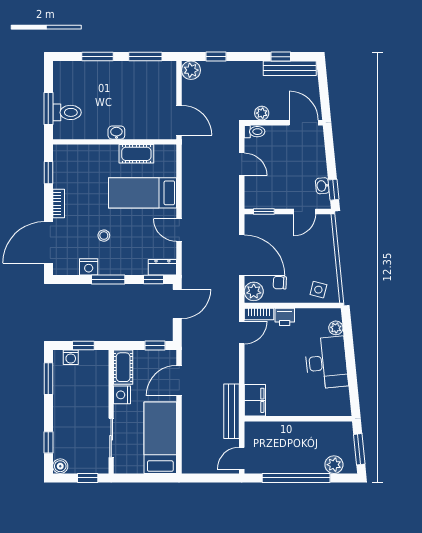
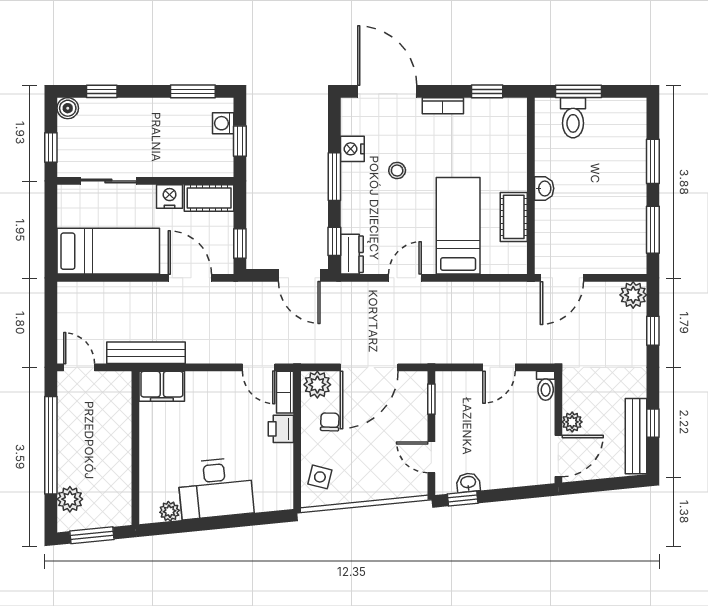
plant: (262, 113) -> (572, 422), moved
plant: (336, 328) -> (169, 511), moved

